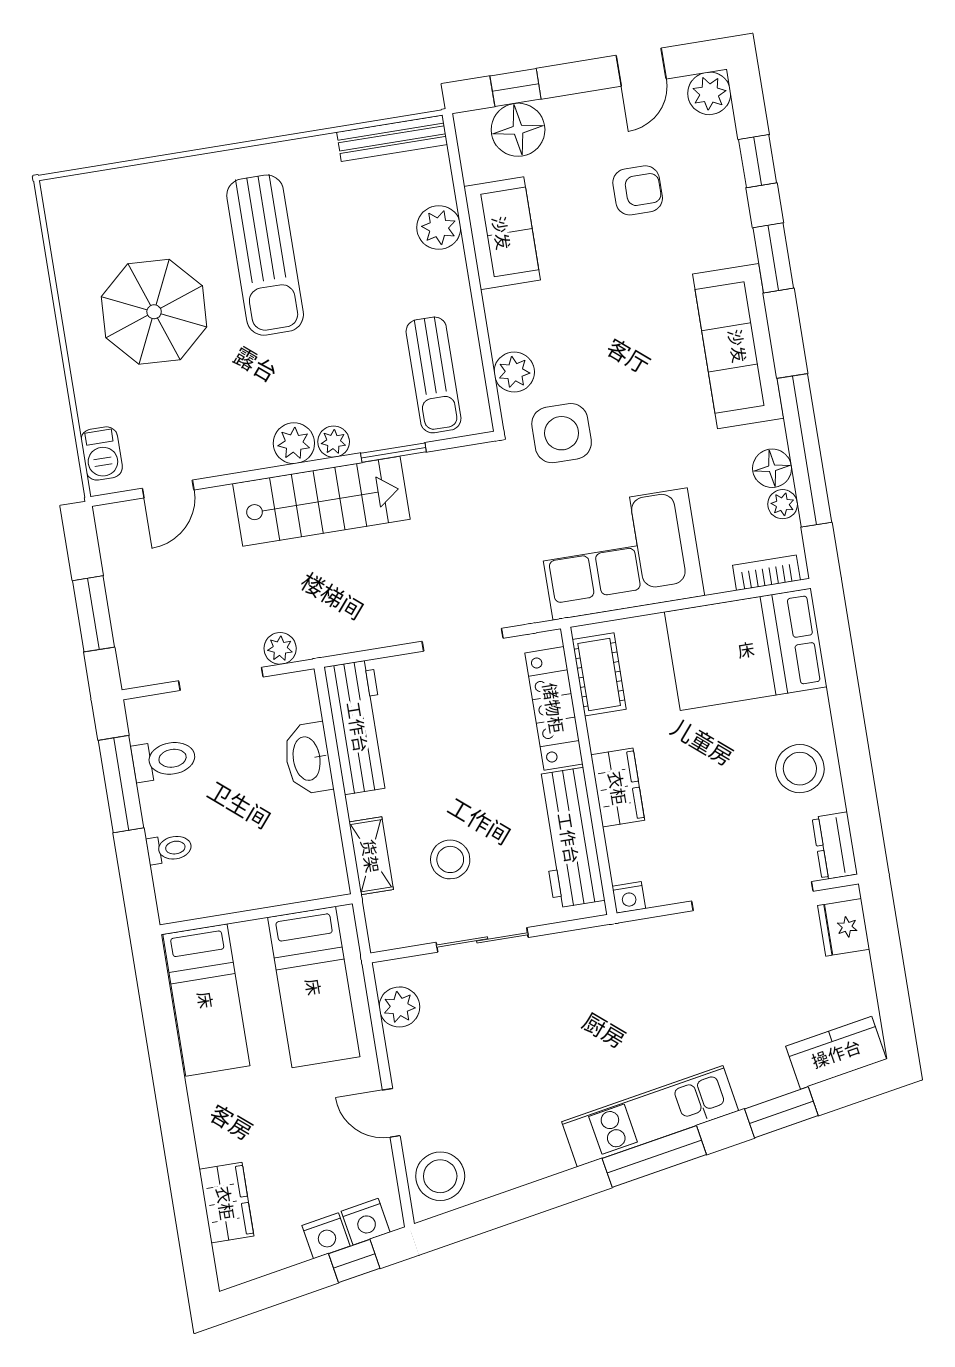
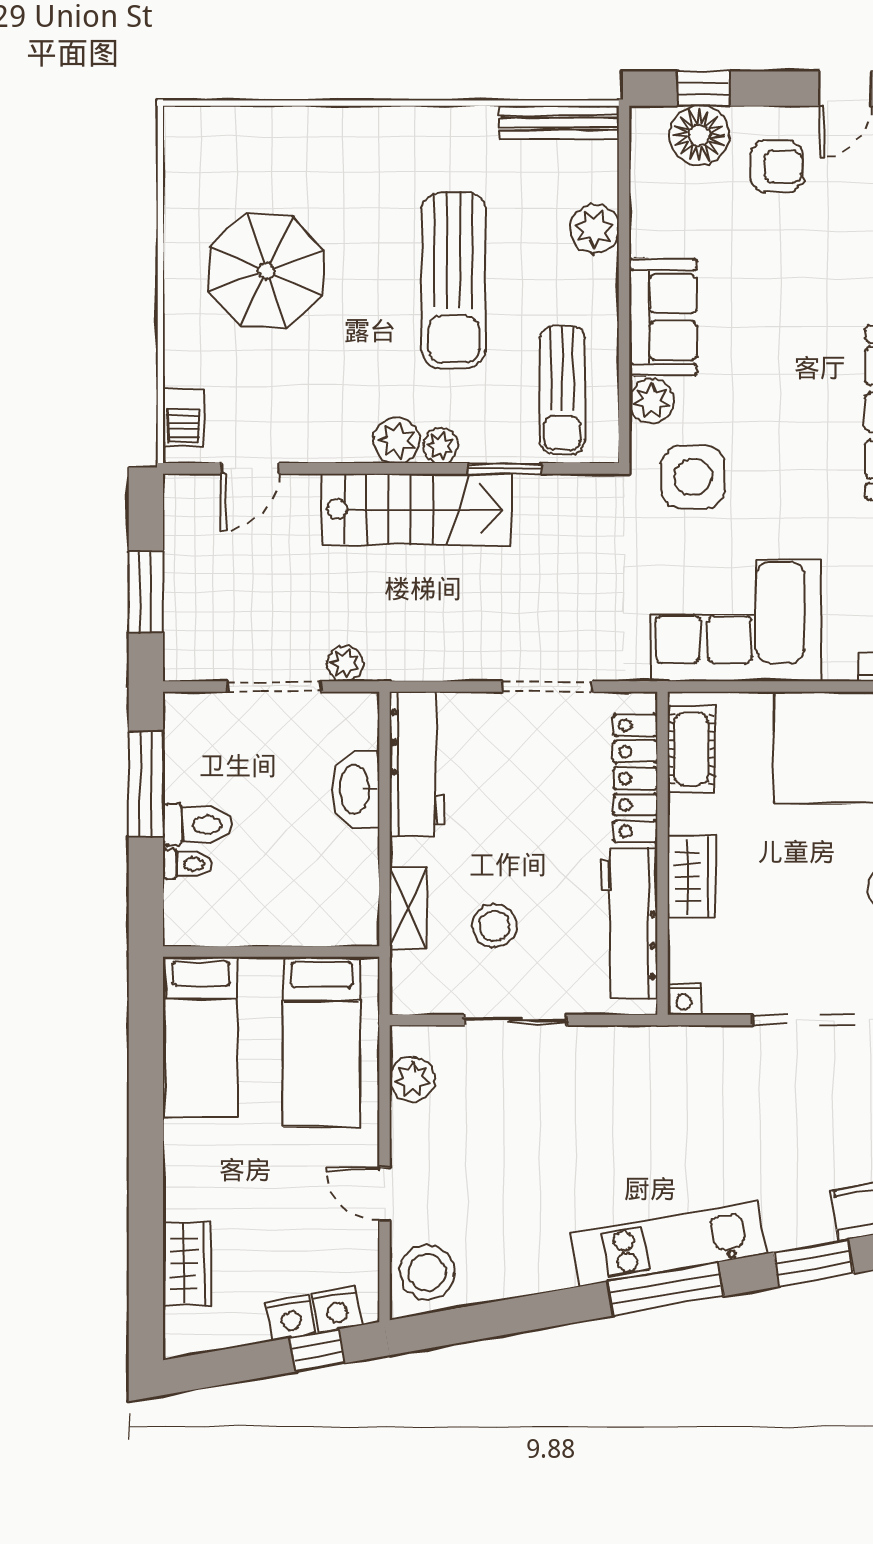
armchair: (638, 190) -> (777, 166), moved
sofa: (502, 233) -> (663, 317), moved
sun lounger: (265, 255) -> (454, 280), moved
toilet: (164, 760) -> (197, 825), moved

